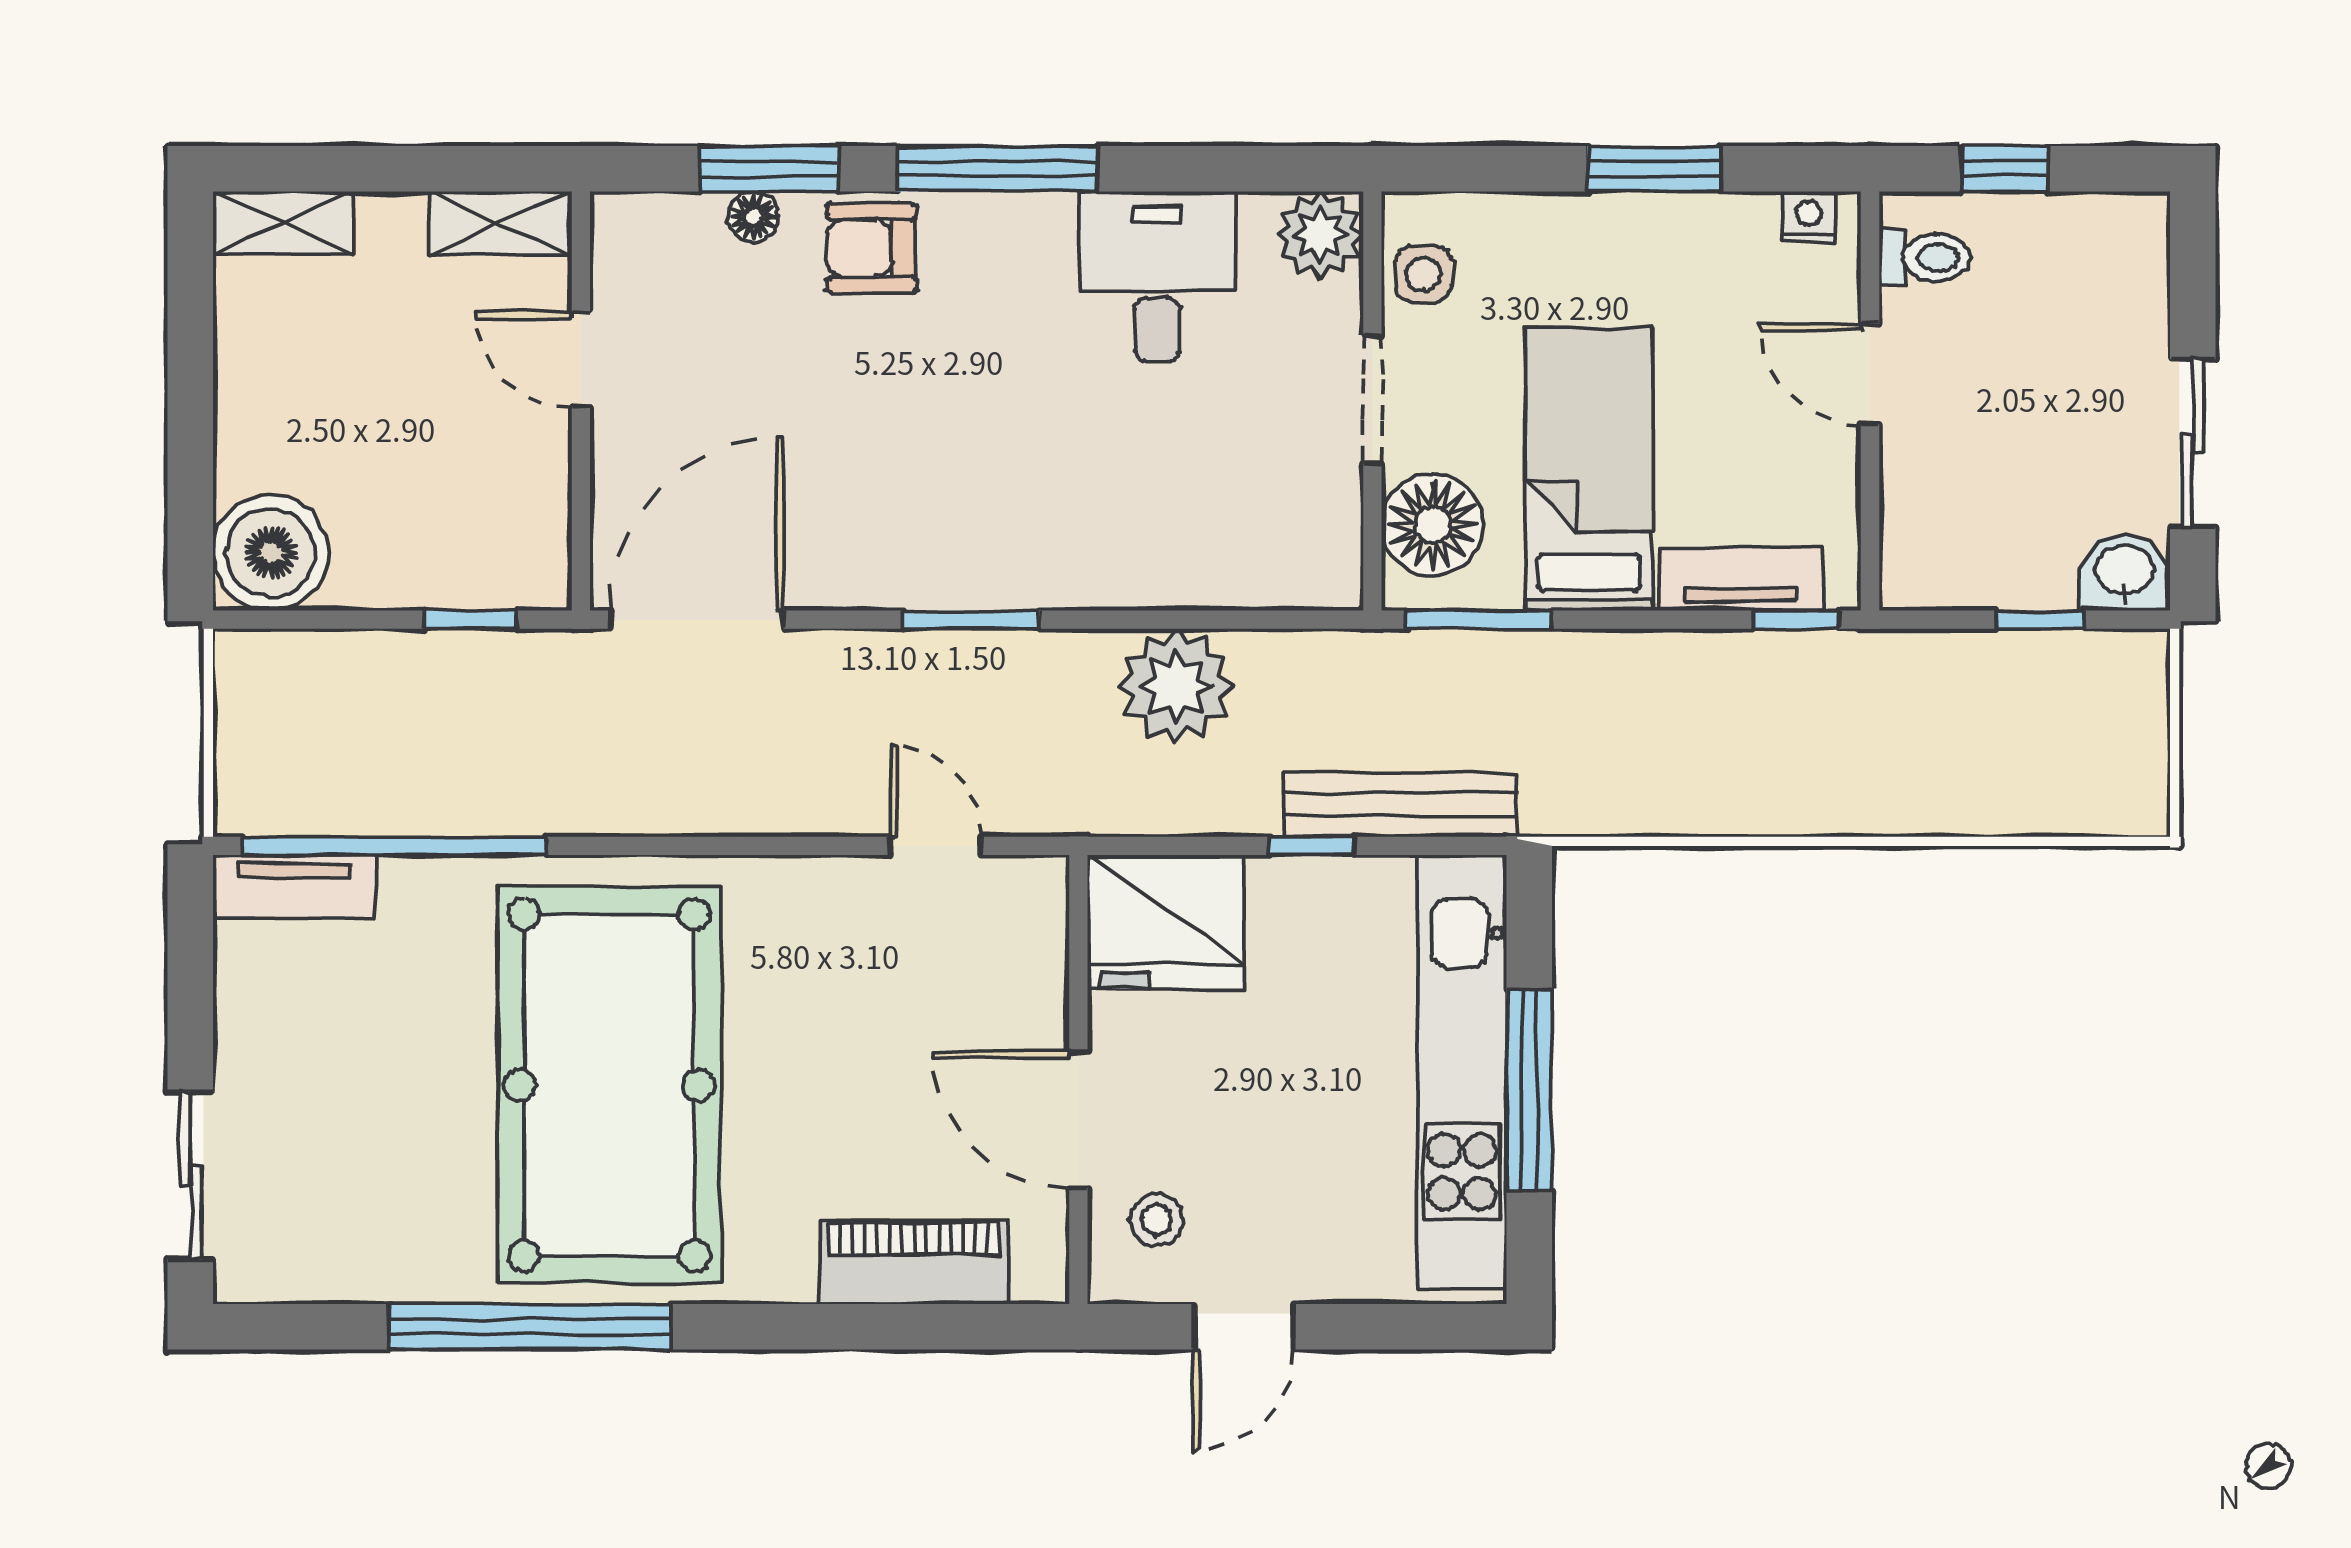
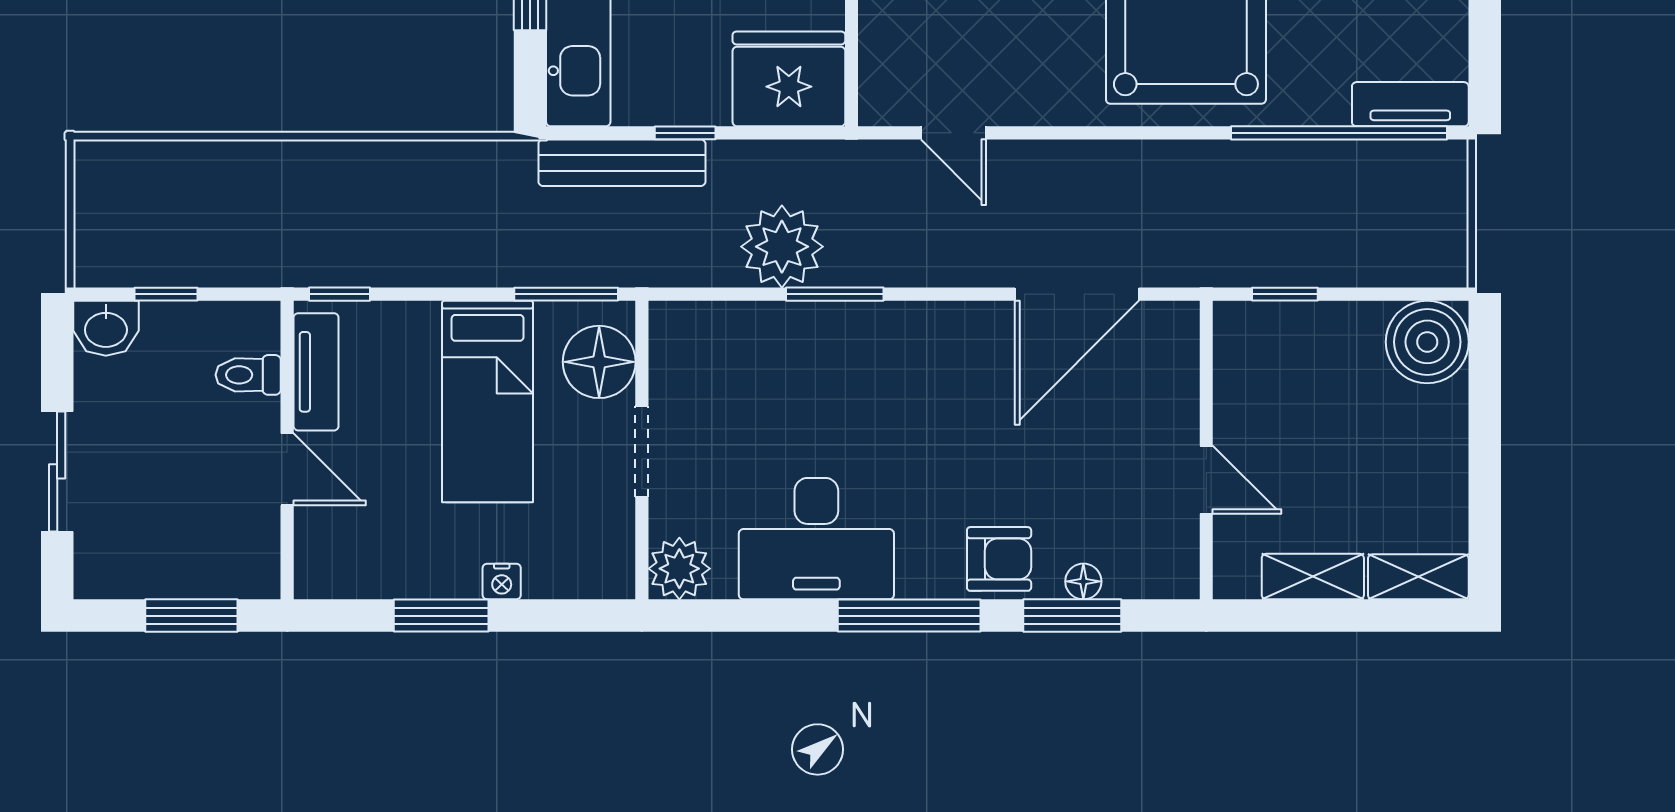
window: (2004, 169) -> (191, 616), width x1.50
nightstand: (1809, 217) -> (502, 582), moved
shelving: (500, 224) -> (1313, 577), moved
toilet: (1925, 258) -> (248, 375), moved
side table: (1424, 274) -> (606, 541), removed
desk: (1157, 277) -> (816, 539), width x1.37
sliding door: (2193, 443) -> (57, 471), moved
tv unit: (1741, 579) -> (316, 372), moved, turned -90
door: (697, 620) -> (1077, 294), moved
window: (971, 620) -> (835, 294), moved

